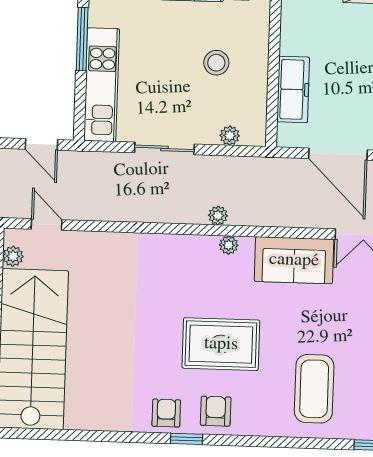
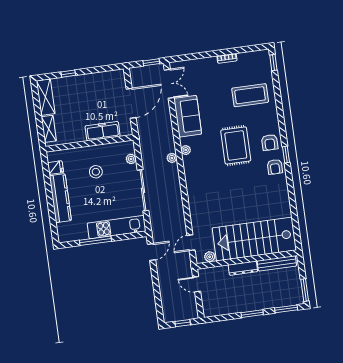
sliding door: (164, 148) -> (143, 190), width x1.37
armchair: (216, 411) -> (270, 142), turned -90
armchair: (166, 413) -> (275, 167), turned -90

